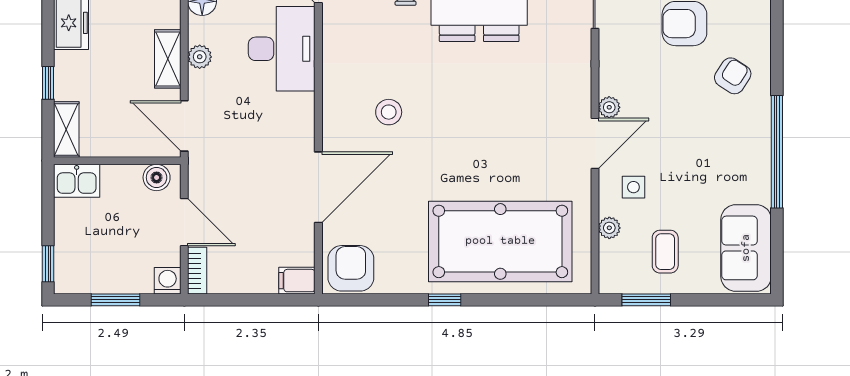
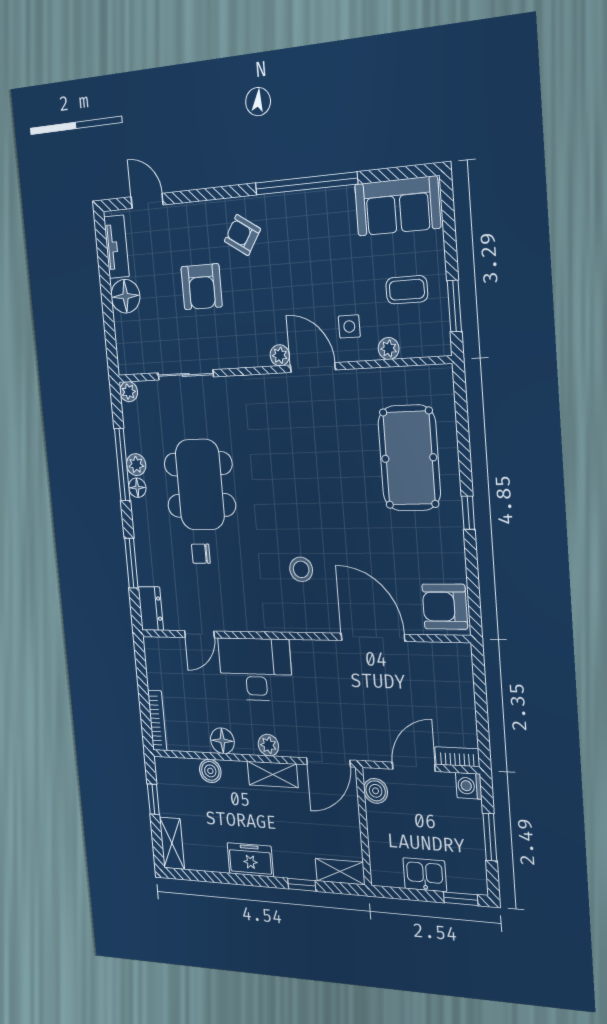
kitchen sink: (77, 181) -> (425, 875), moved, turned -90
pool table: (500, 241) -> (409, 458), width x0.73, depth x0.76
filing cabinet: (297, 281) -> (460, 660), removed

